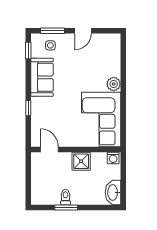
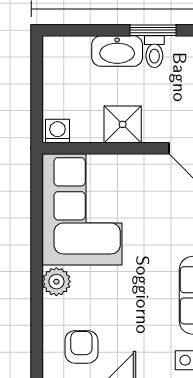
armchair: (101, 52) -> (81, 347), added
washbasin: (113, 192) -> (117, 51), moved, turned 90

